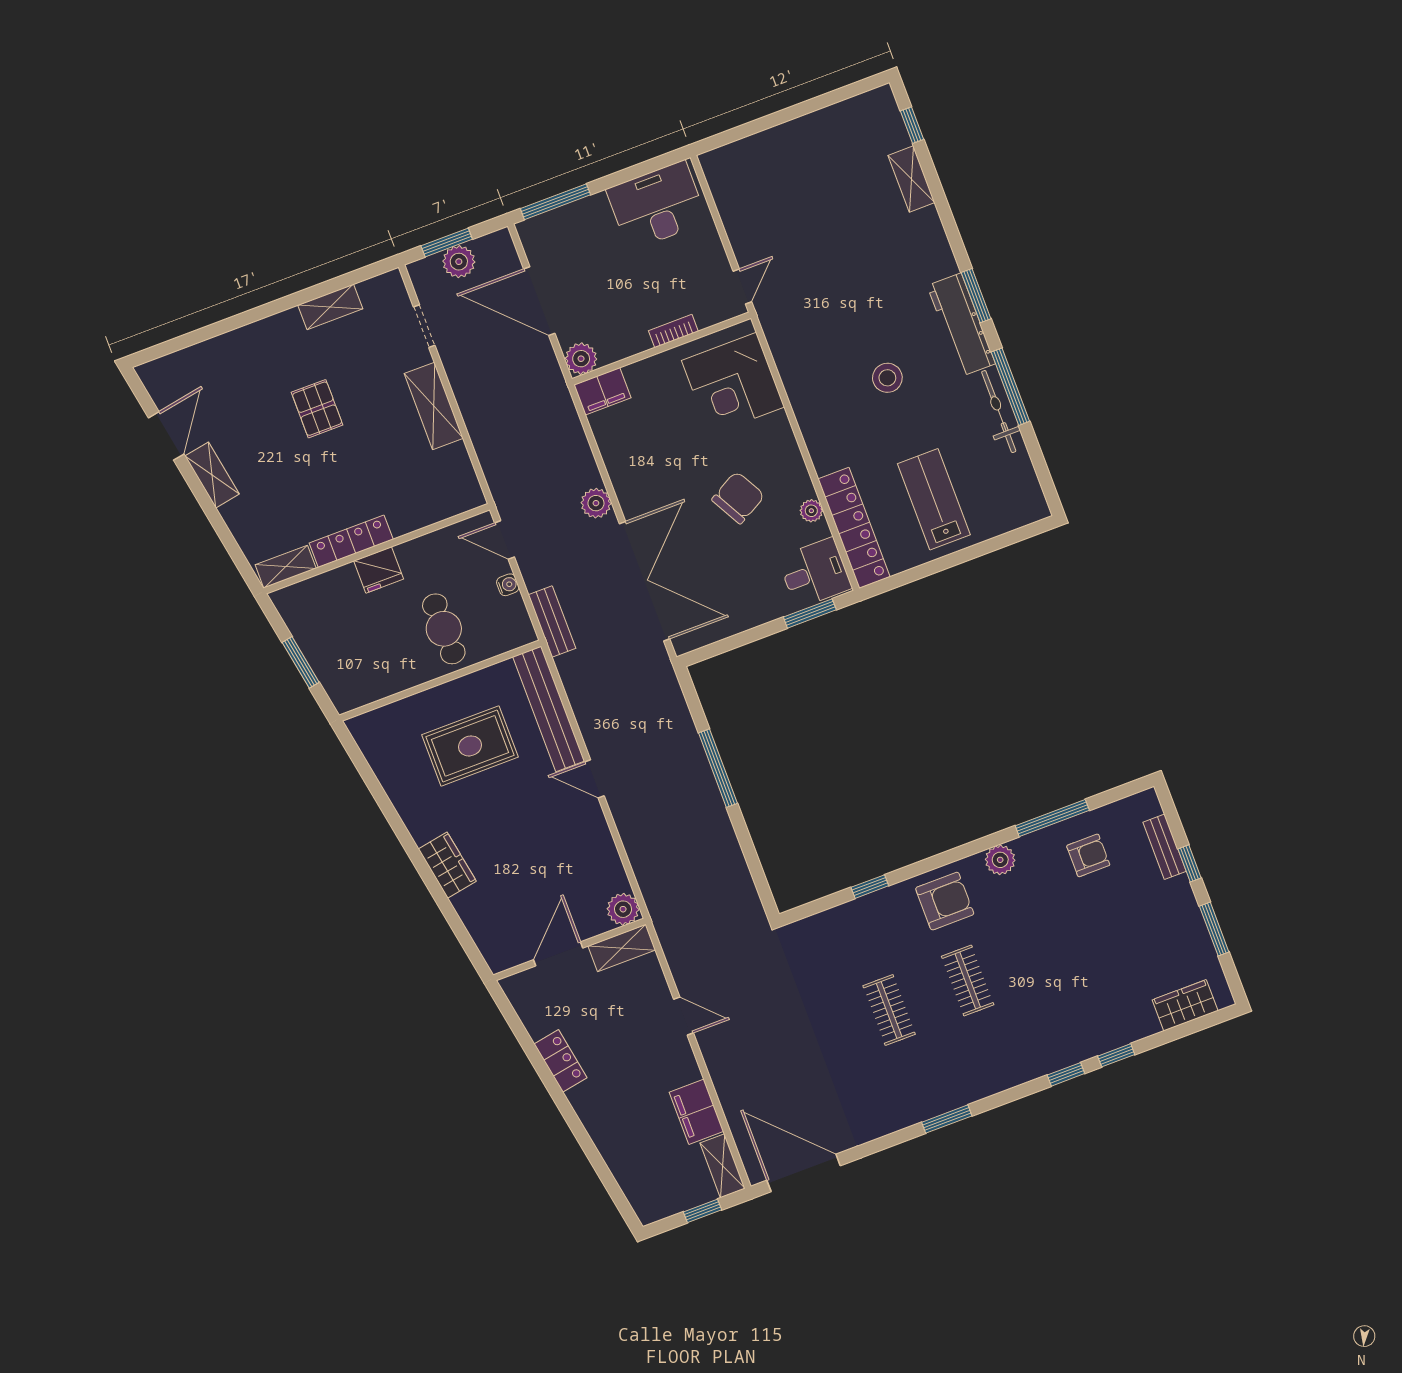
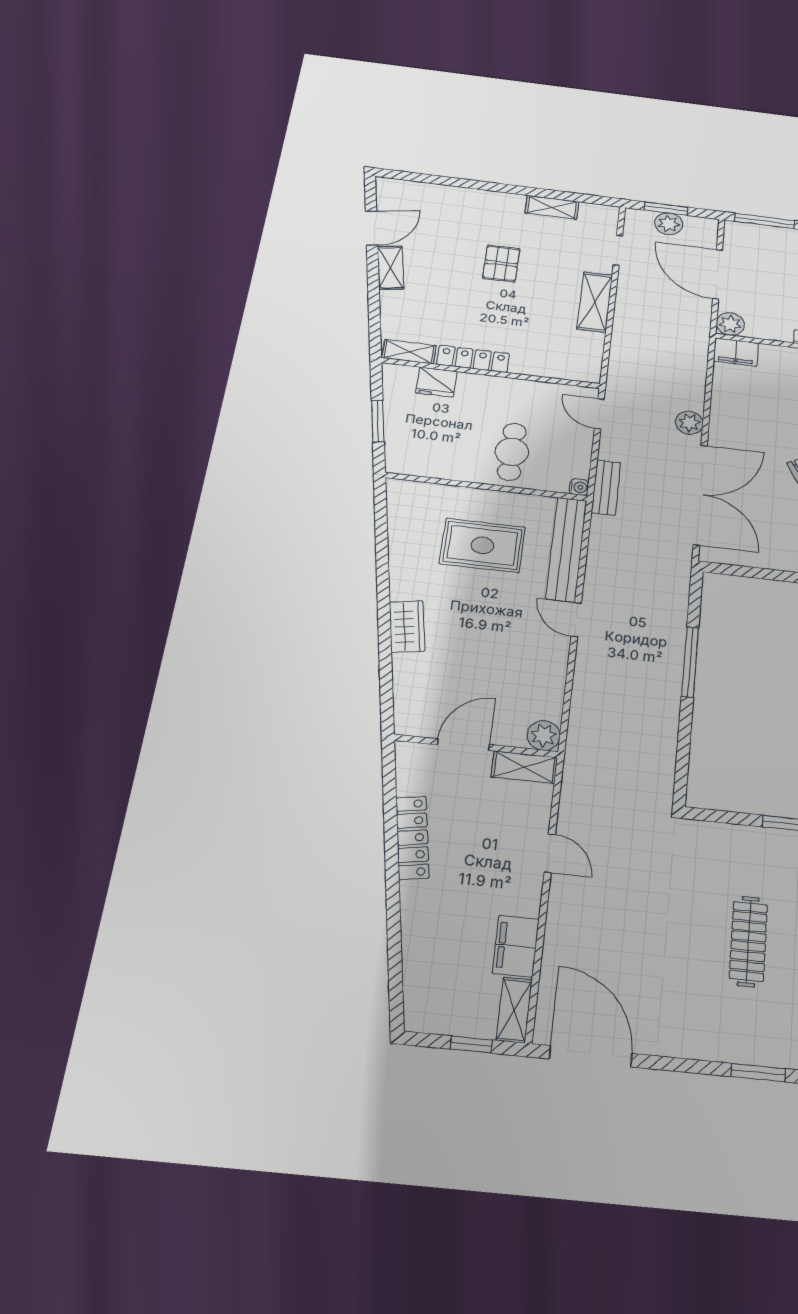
fridge: (379, 570) -> (436, 382), moved
water cooler: (508, 585) -> (579, 487), moved
clothes rail: (889, 1010) -> (748, 941), width x1.36
locker: (561, 1061) -> (412, 838), width x1.53

